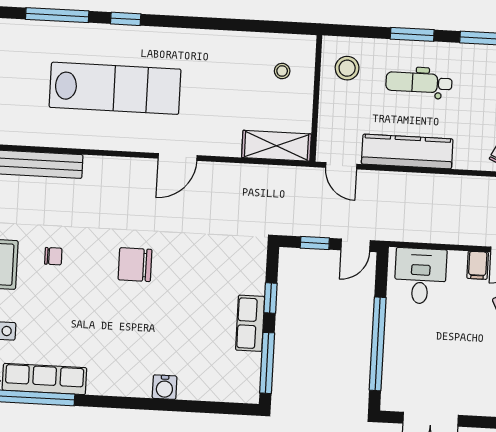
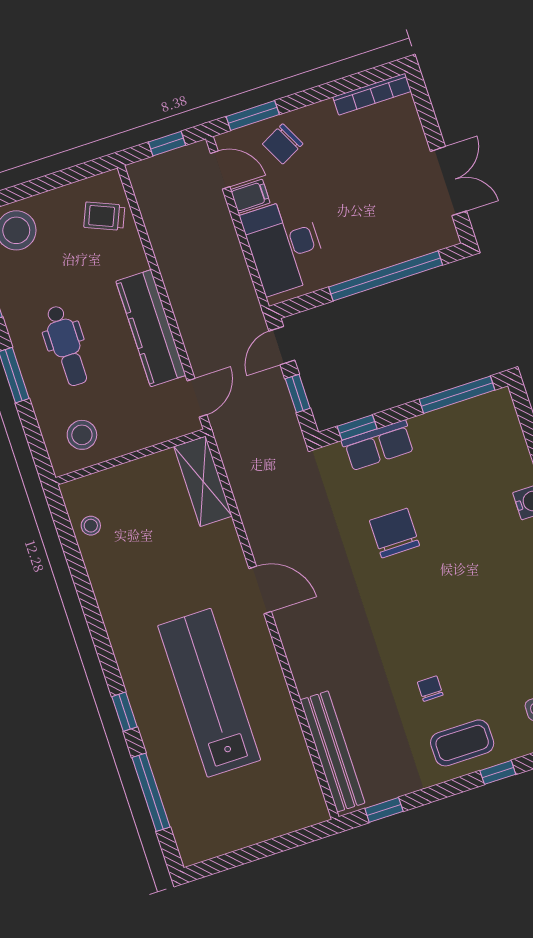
stool: (282, 71) -> (91, 526), moved
door: (356, 245) -> (282, 346), swing flipped
chair: (135, 265) -> (394, 533), moved, turned 180
desk: (420, 276) -> (285, 246), width x1.37
window: (271, 298) -> (357, 428), moved
row of seats: (250, 323) -> (378, 445), moved

